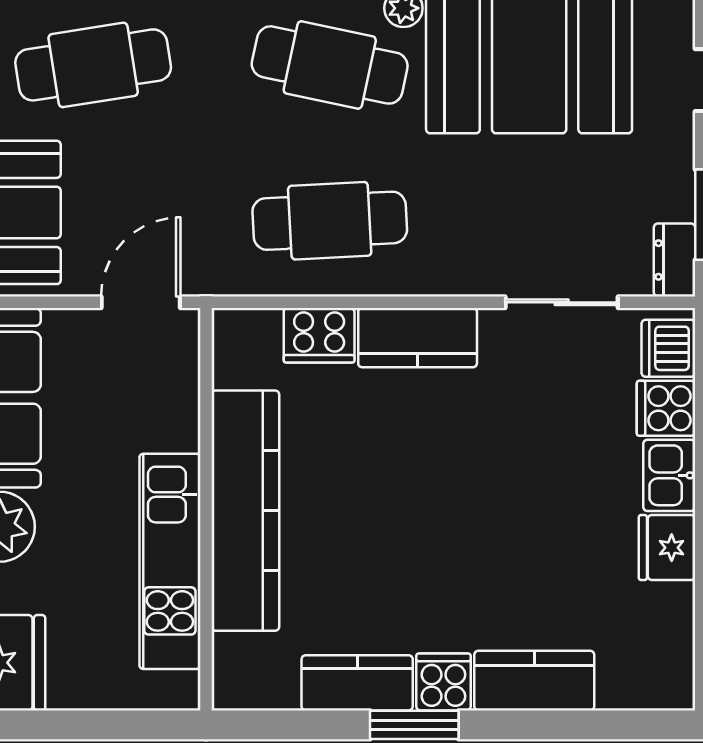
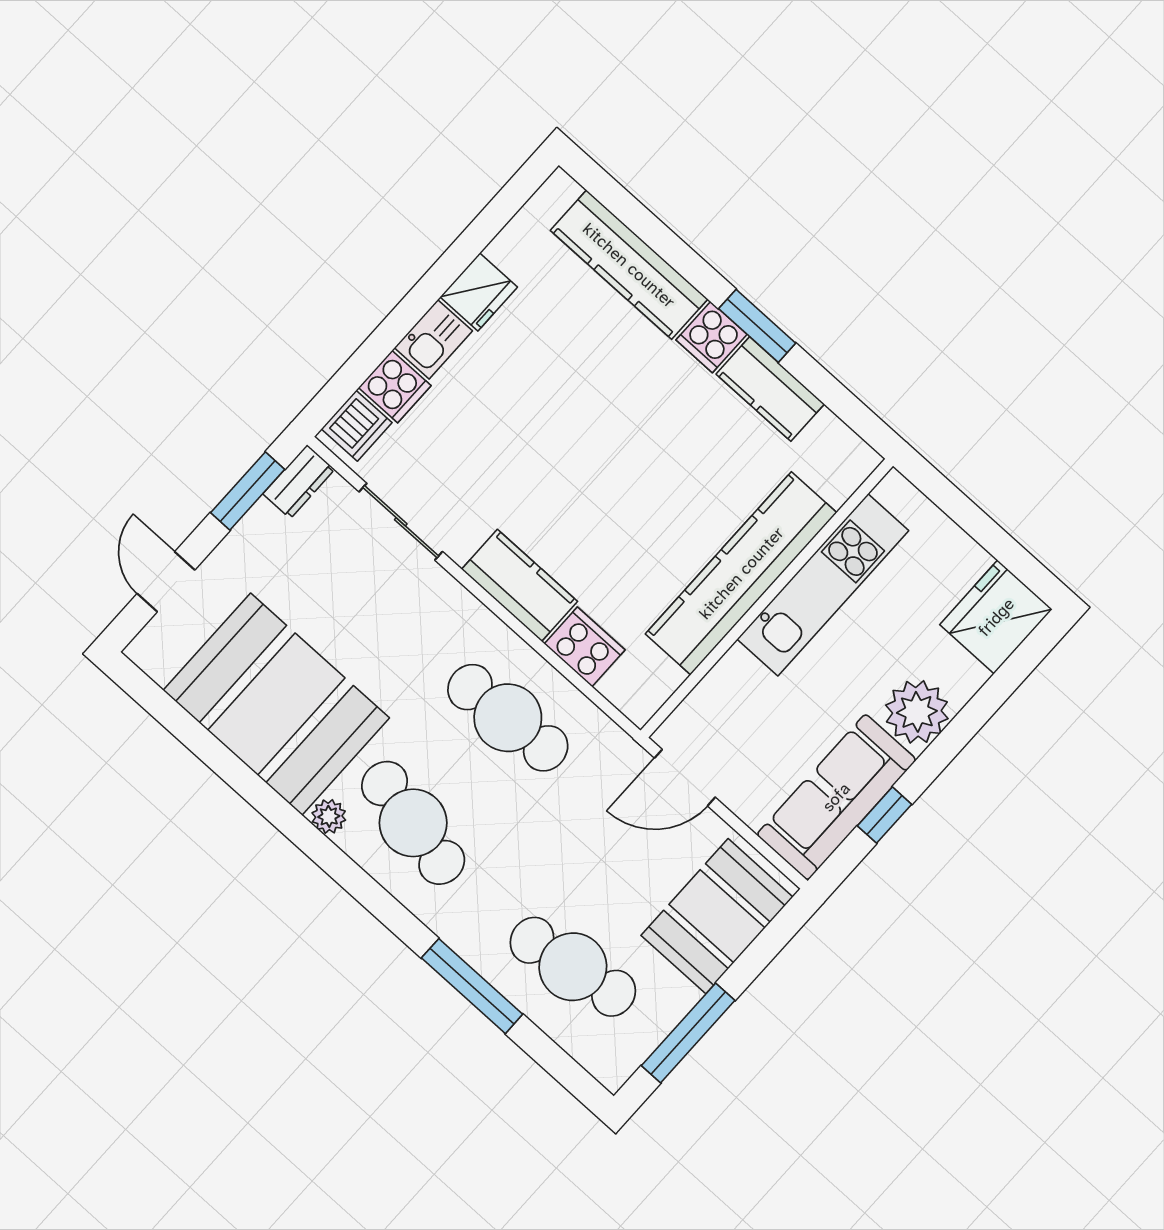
kitchen counter: (534, 681) -> (629, 265), width x1.50

